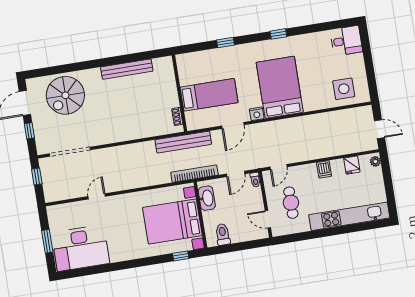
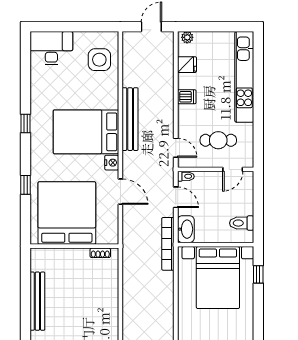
desk: (346, 41) -> (51, 48), width x1.37
bed: (209, 95) -> (67, 213), width x2.04
bench: (183, 142) -> (130, 119), moved
washbasin: (207, 198) -> (186, 229), moved, turned 90

